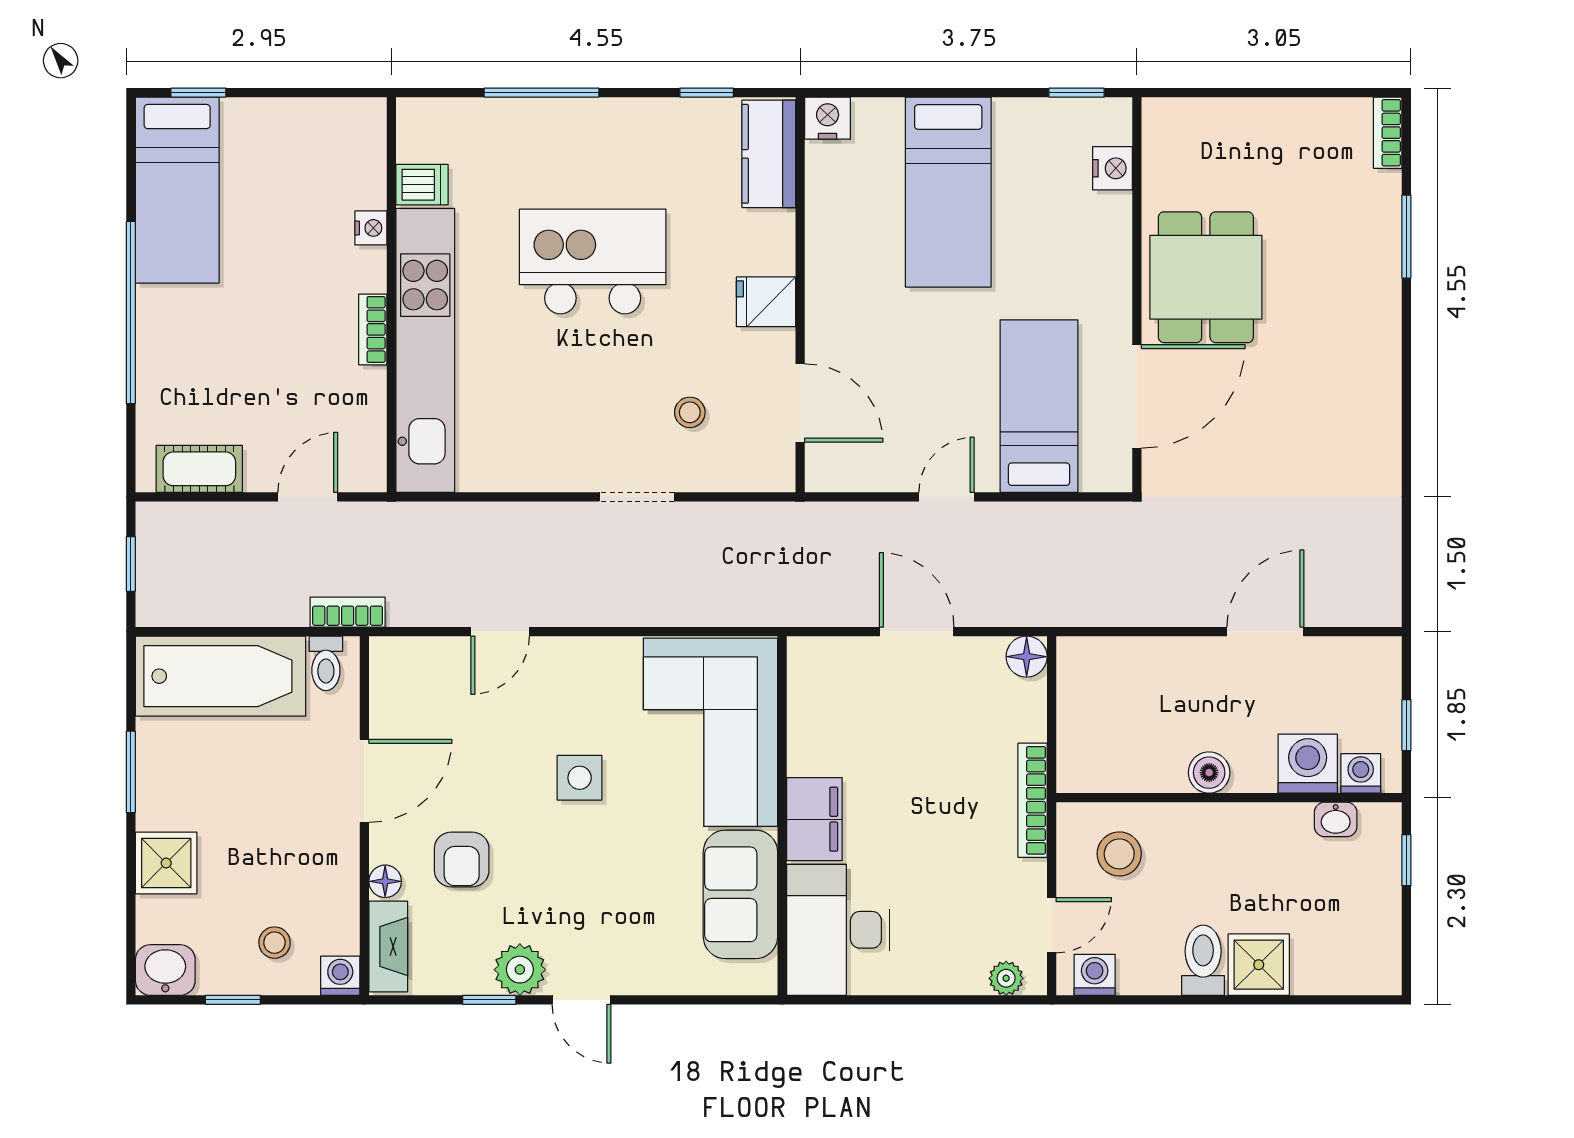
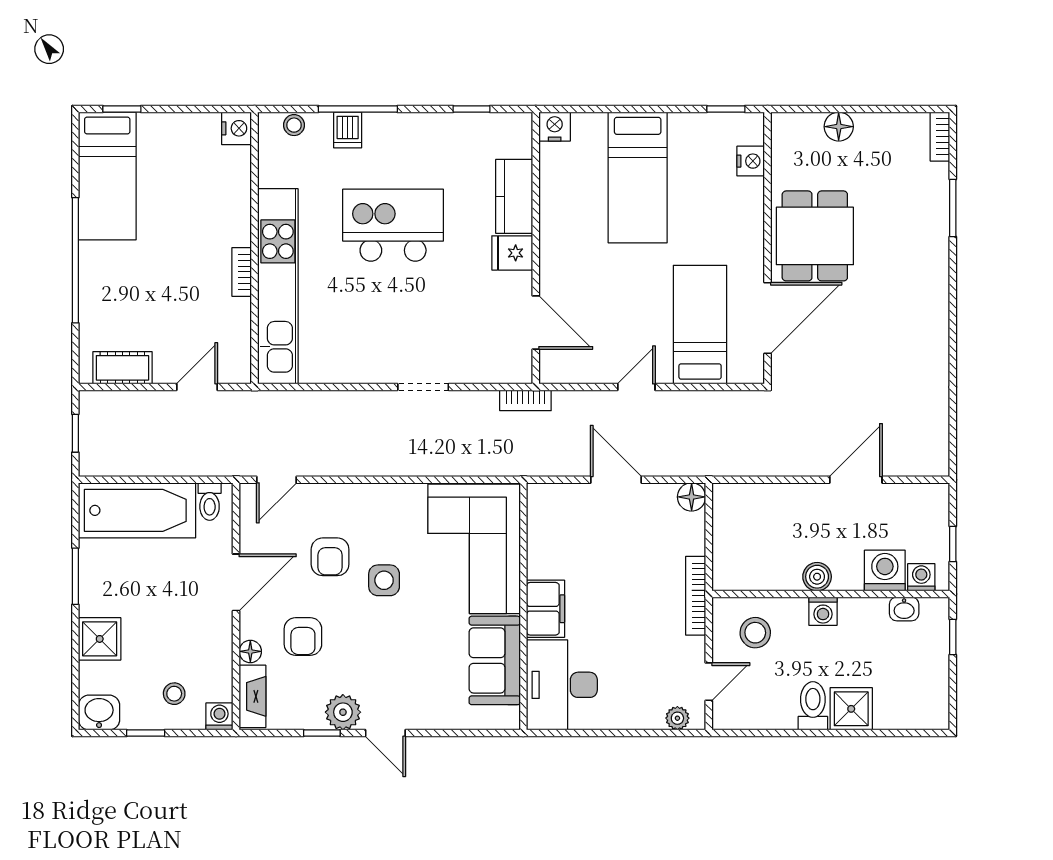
floor lamp: (1241, 118) -> (839, 127), added
kitchen counter: (769, 154) -> (514, 196), moved
dishwasher: (422, 185) -> (348, 130), moved, turned 90
nightstand: (371, 228) -> (237, 128), moved, width x1.39, depth x1.35
stool: (690, 412) -> (294, 125), moved
bookcase: (348, 612) -> (525, 400), moved, turned 180
door: (500, 632) -> (277, 480), moved
armchair: (501, 744) -> (330, 557), added
washing machine: (1095, 975) -> (823, 611), moved, turned 180

